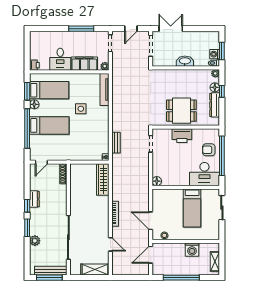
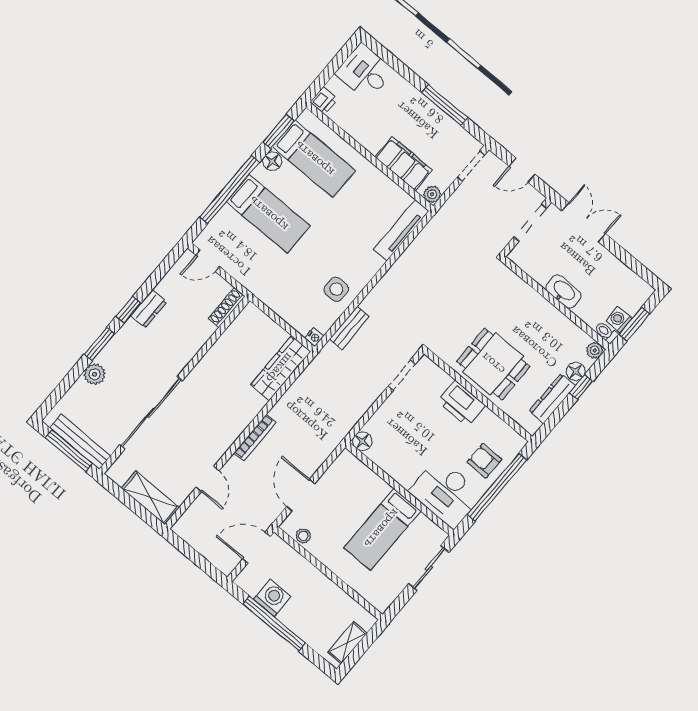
desk: (60, 59) -> (365, 72), moved, turned 90
side table: (81, 109) -> (336, 289), moved
washing machine: (192, 250) -> (272, 598), moved, turned 180

